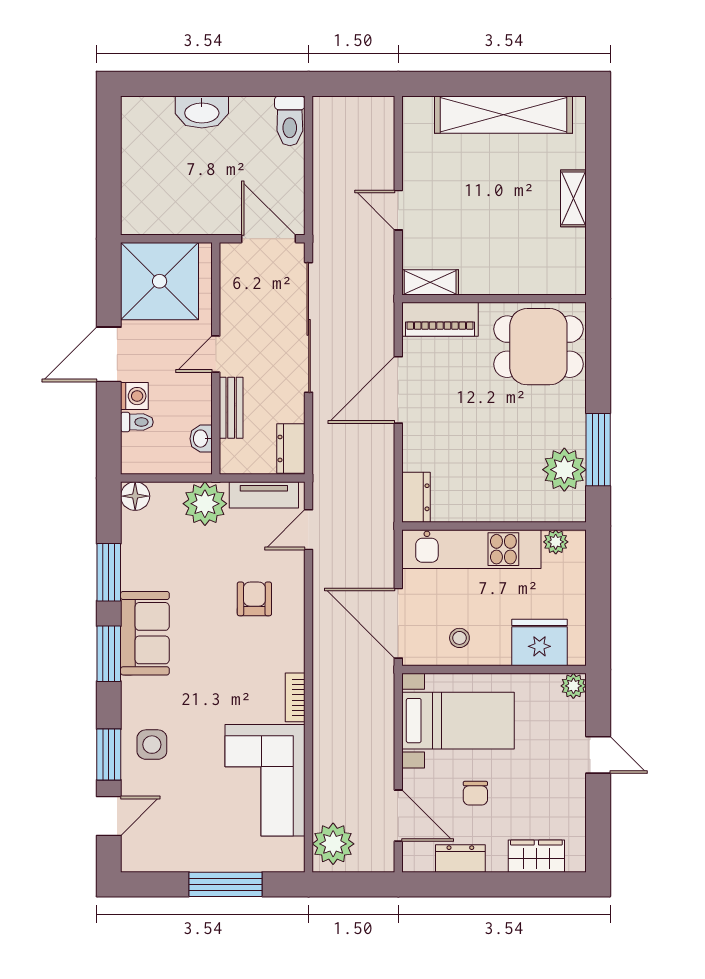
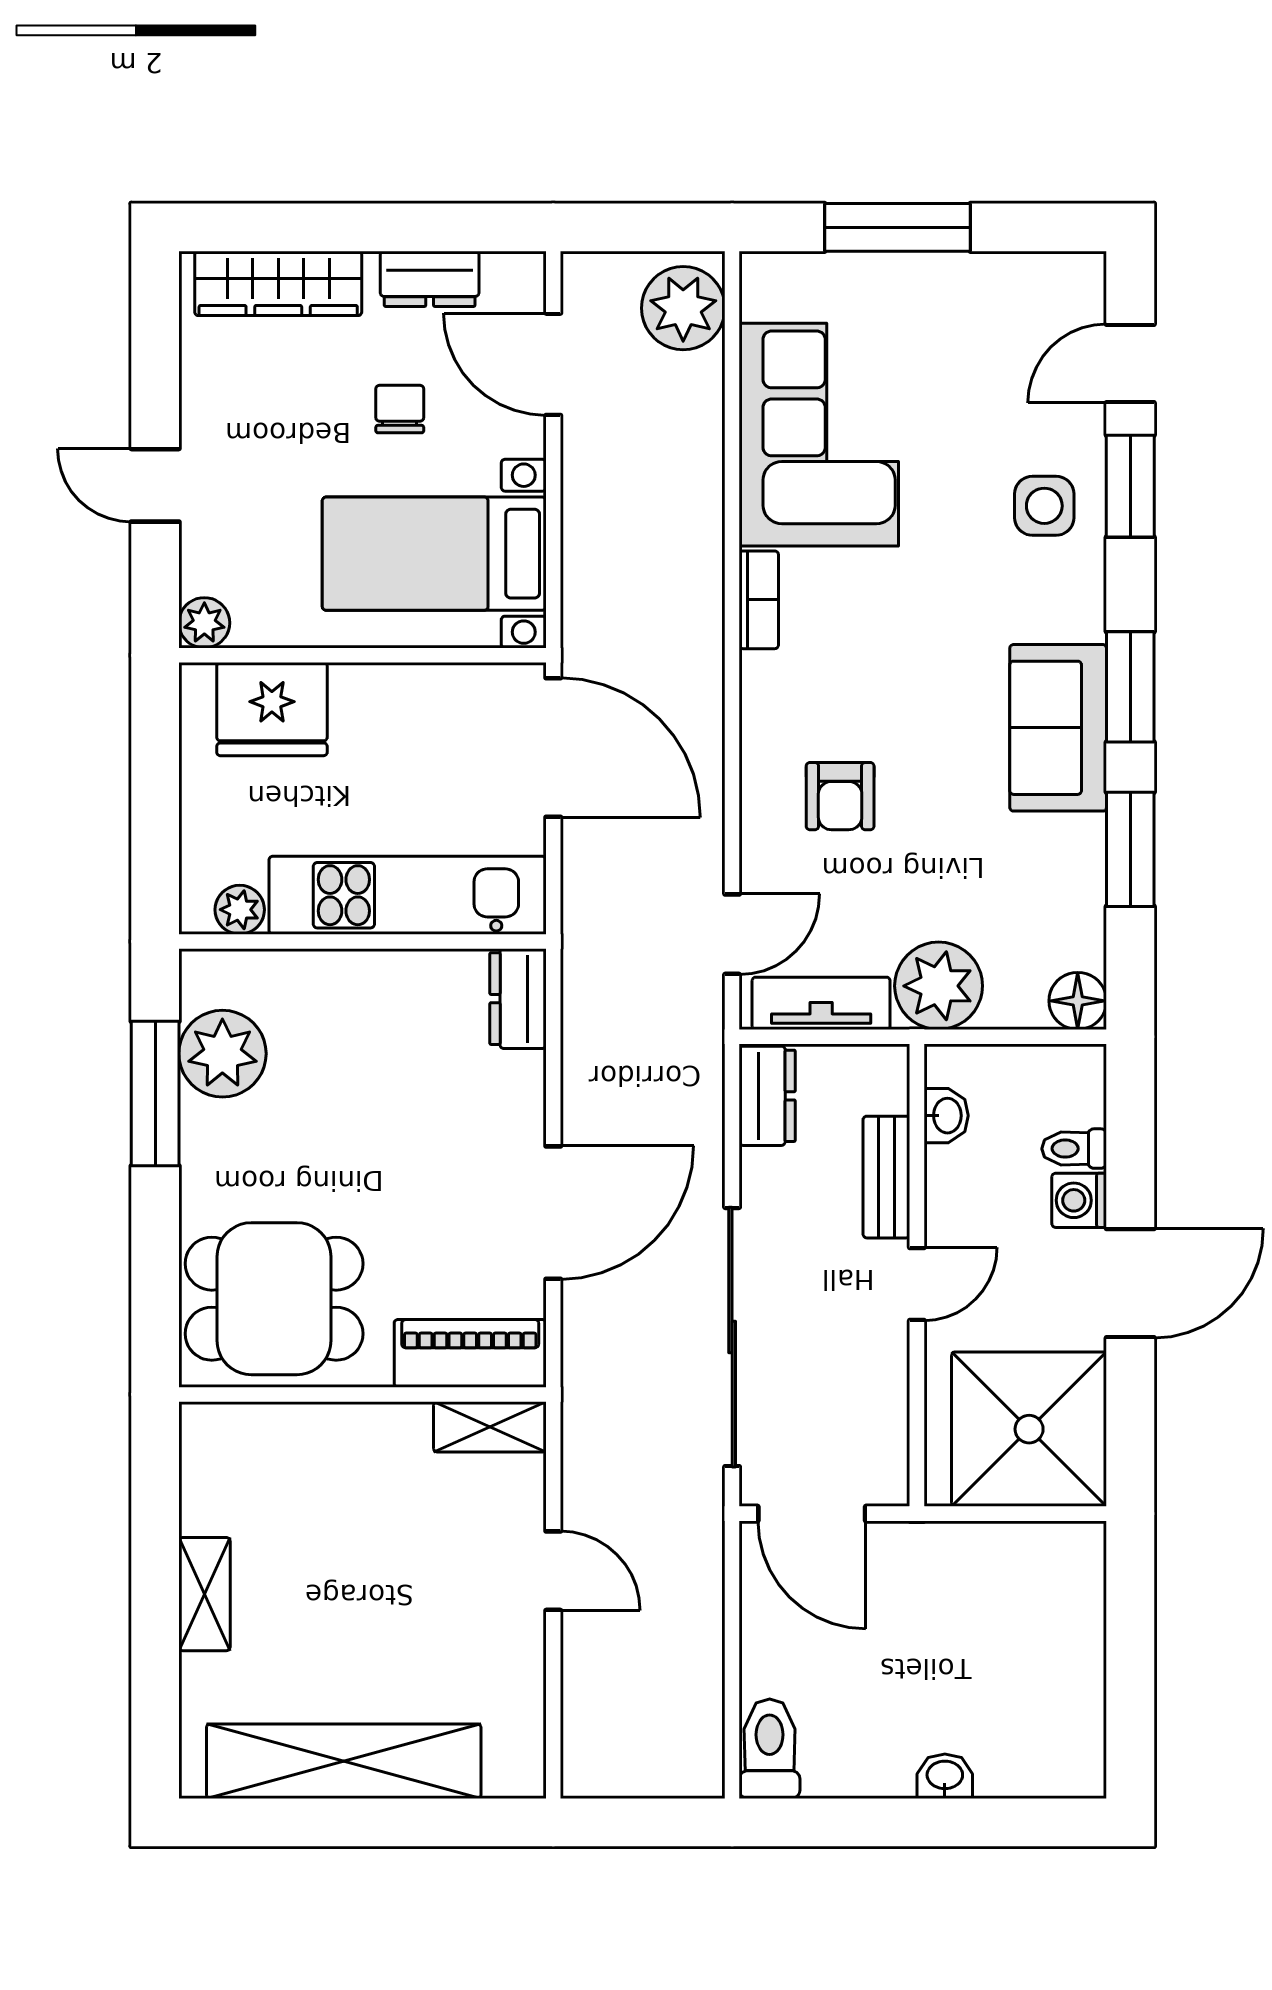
washbasin: (202, 112) -> (945, 1776), width x0.52, depth x0.69
stool: (459, 638) -> (431, 718), removed
wardrobe: (536, 856) -> (278, 283), width x1.50

